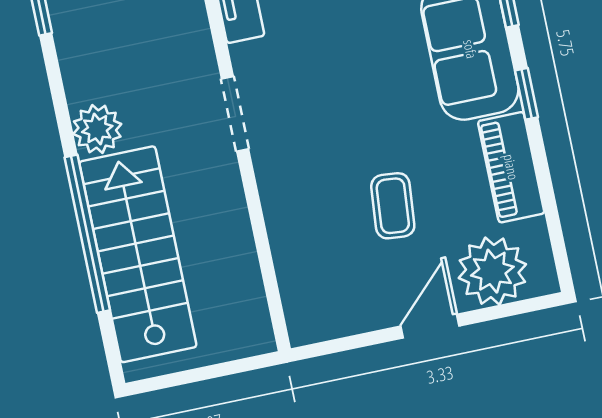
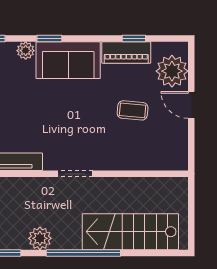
window: (526, 94) -> (134, 39), moved
plant: (97, 129) -> (40, 238), moved
window: (87, 234) -> (83, 253), moved

